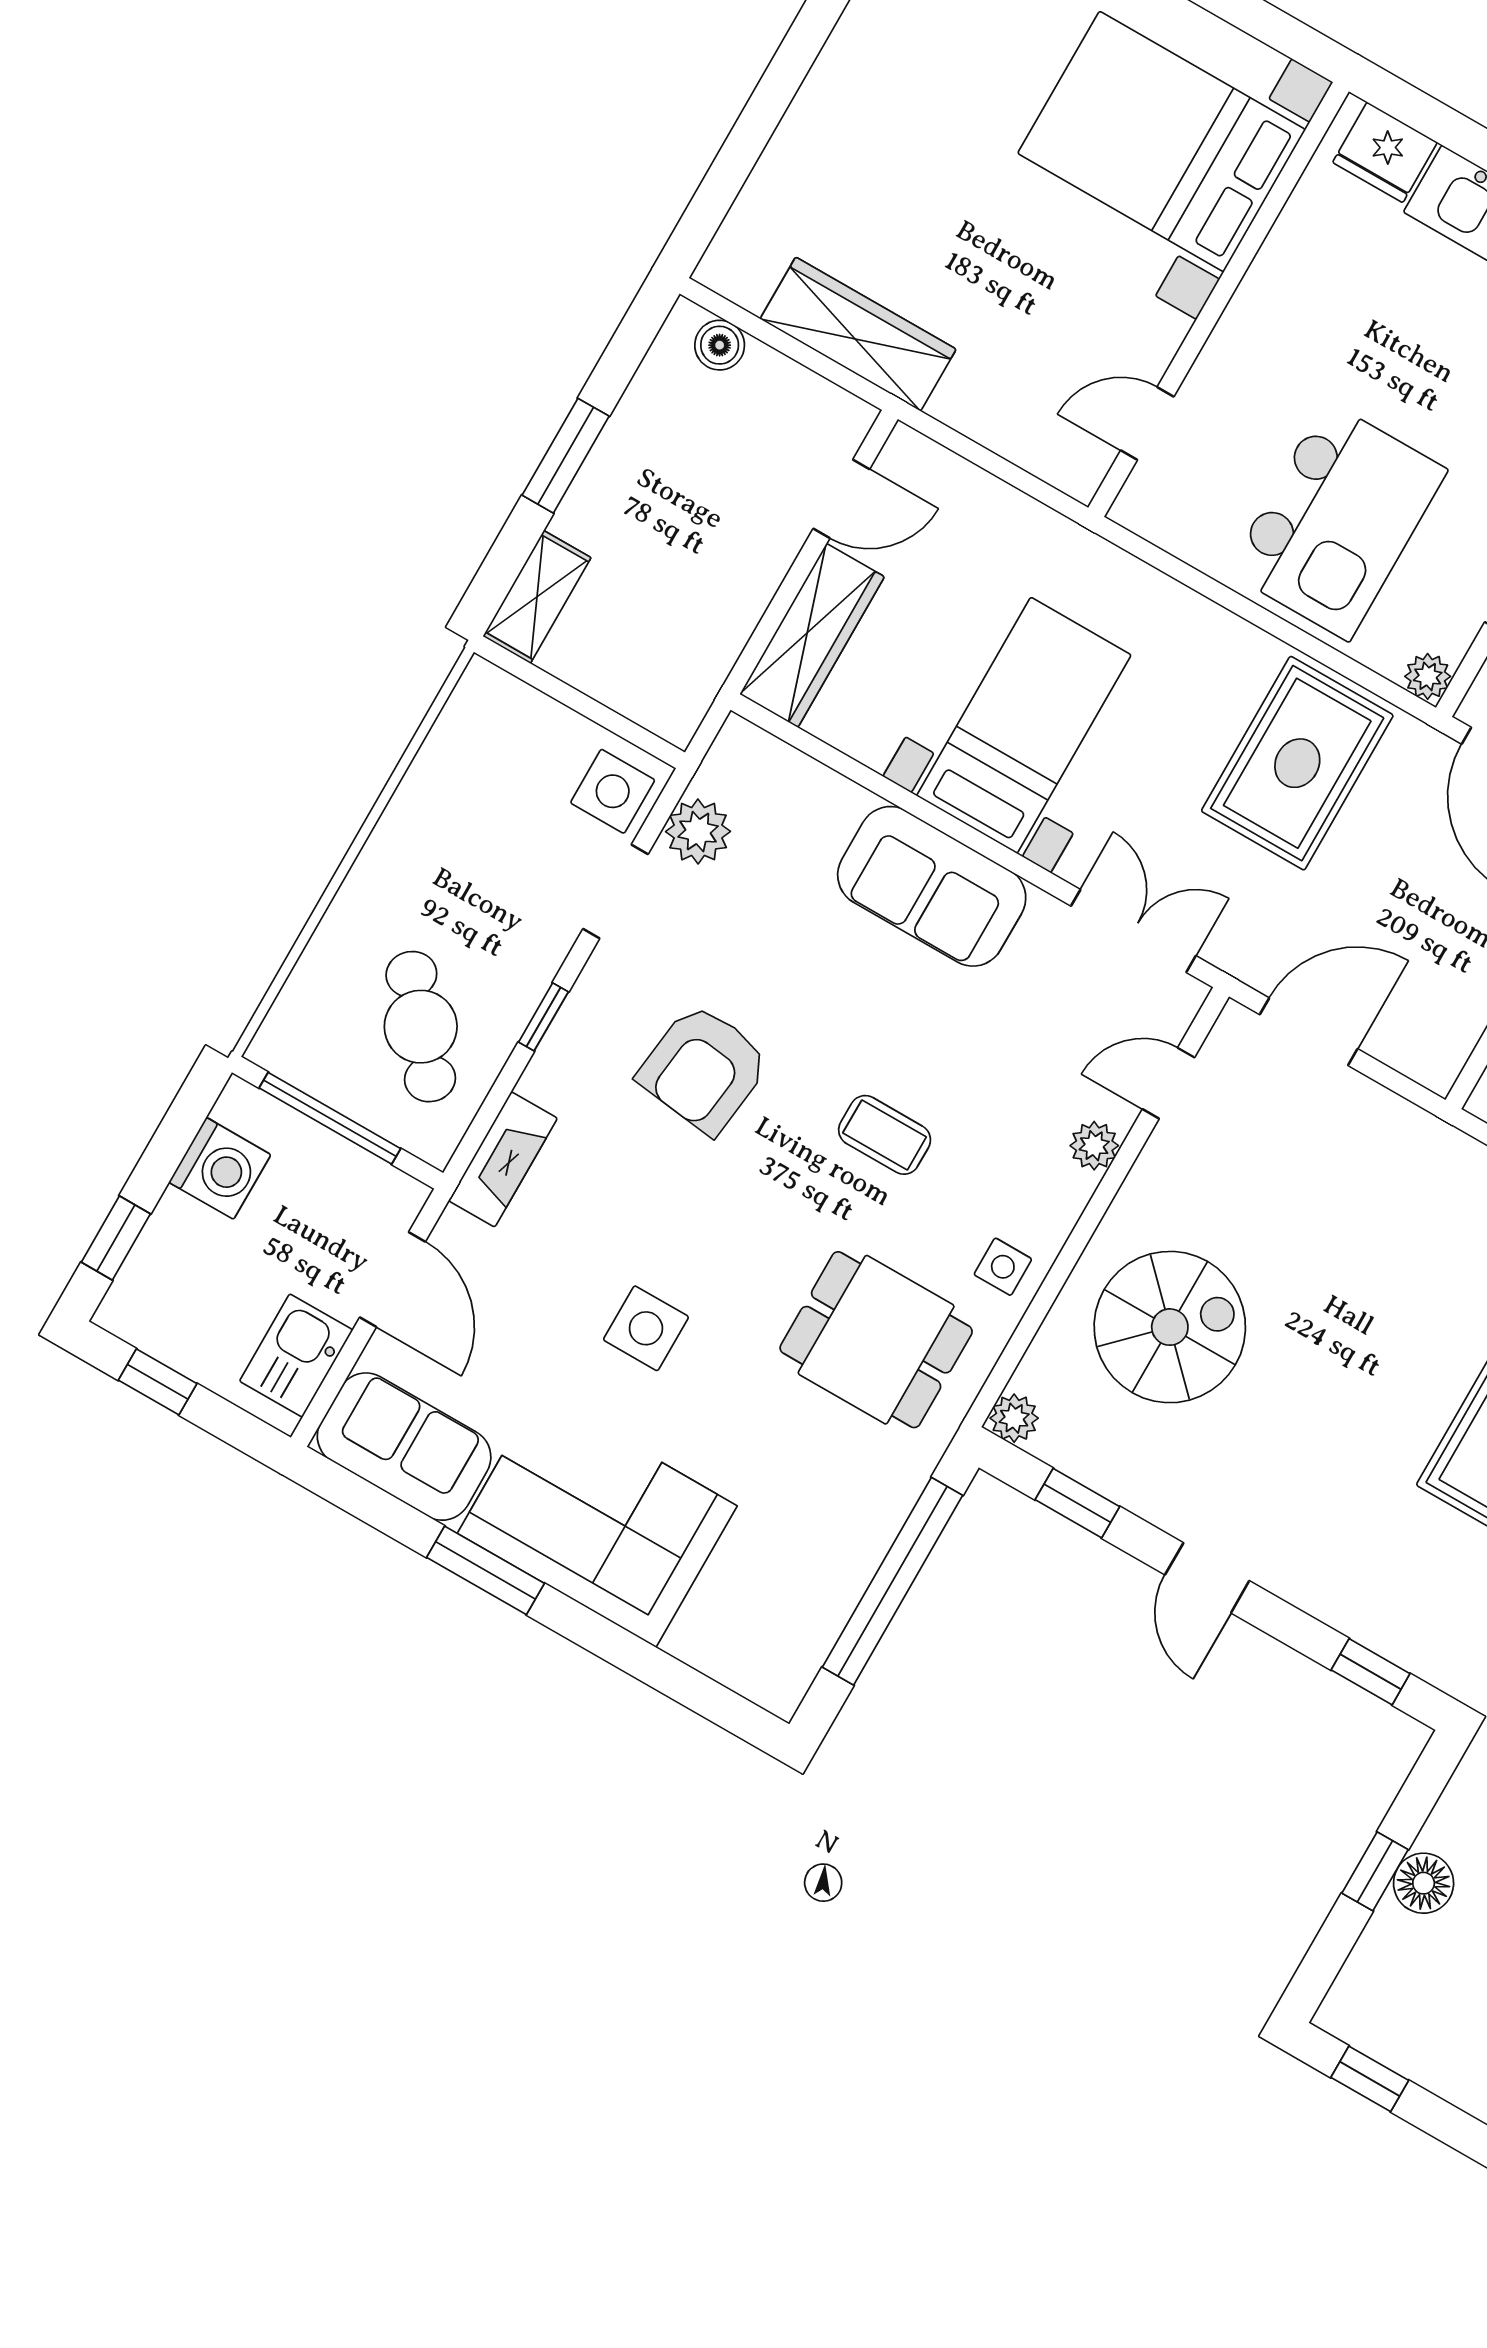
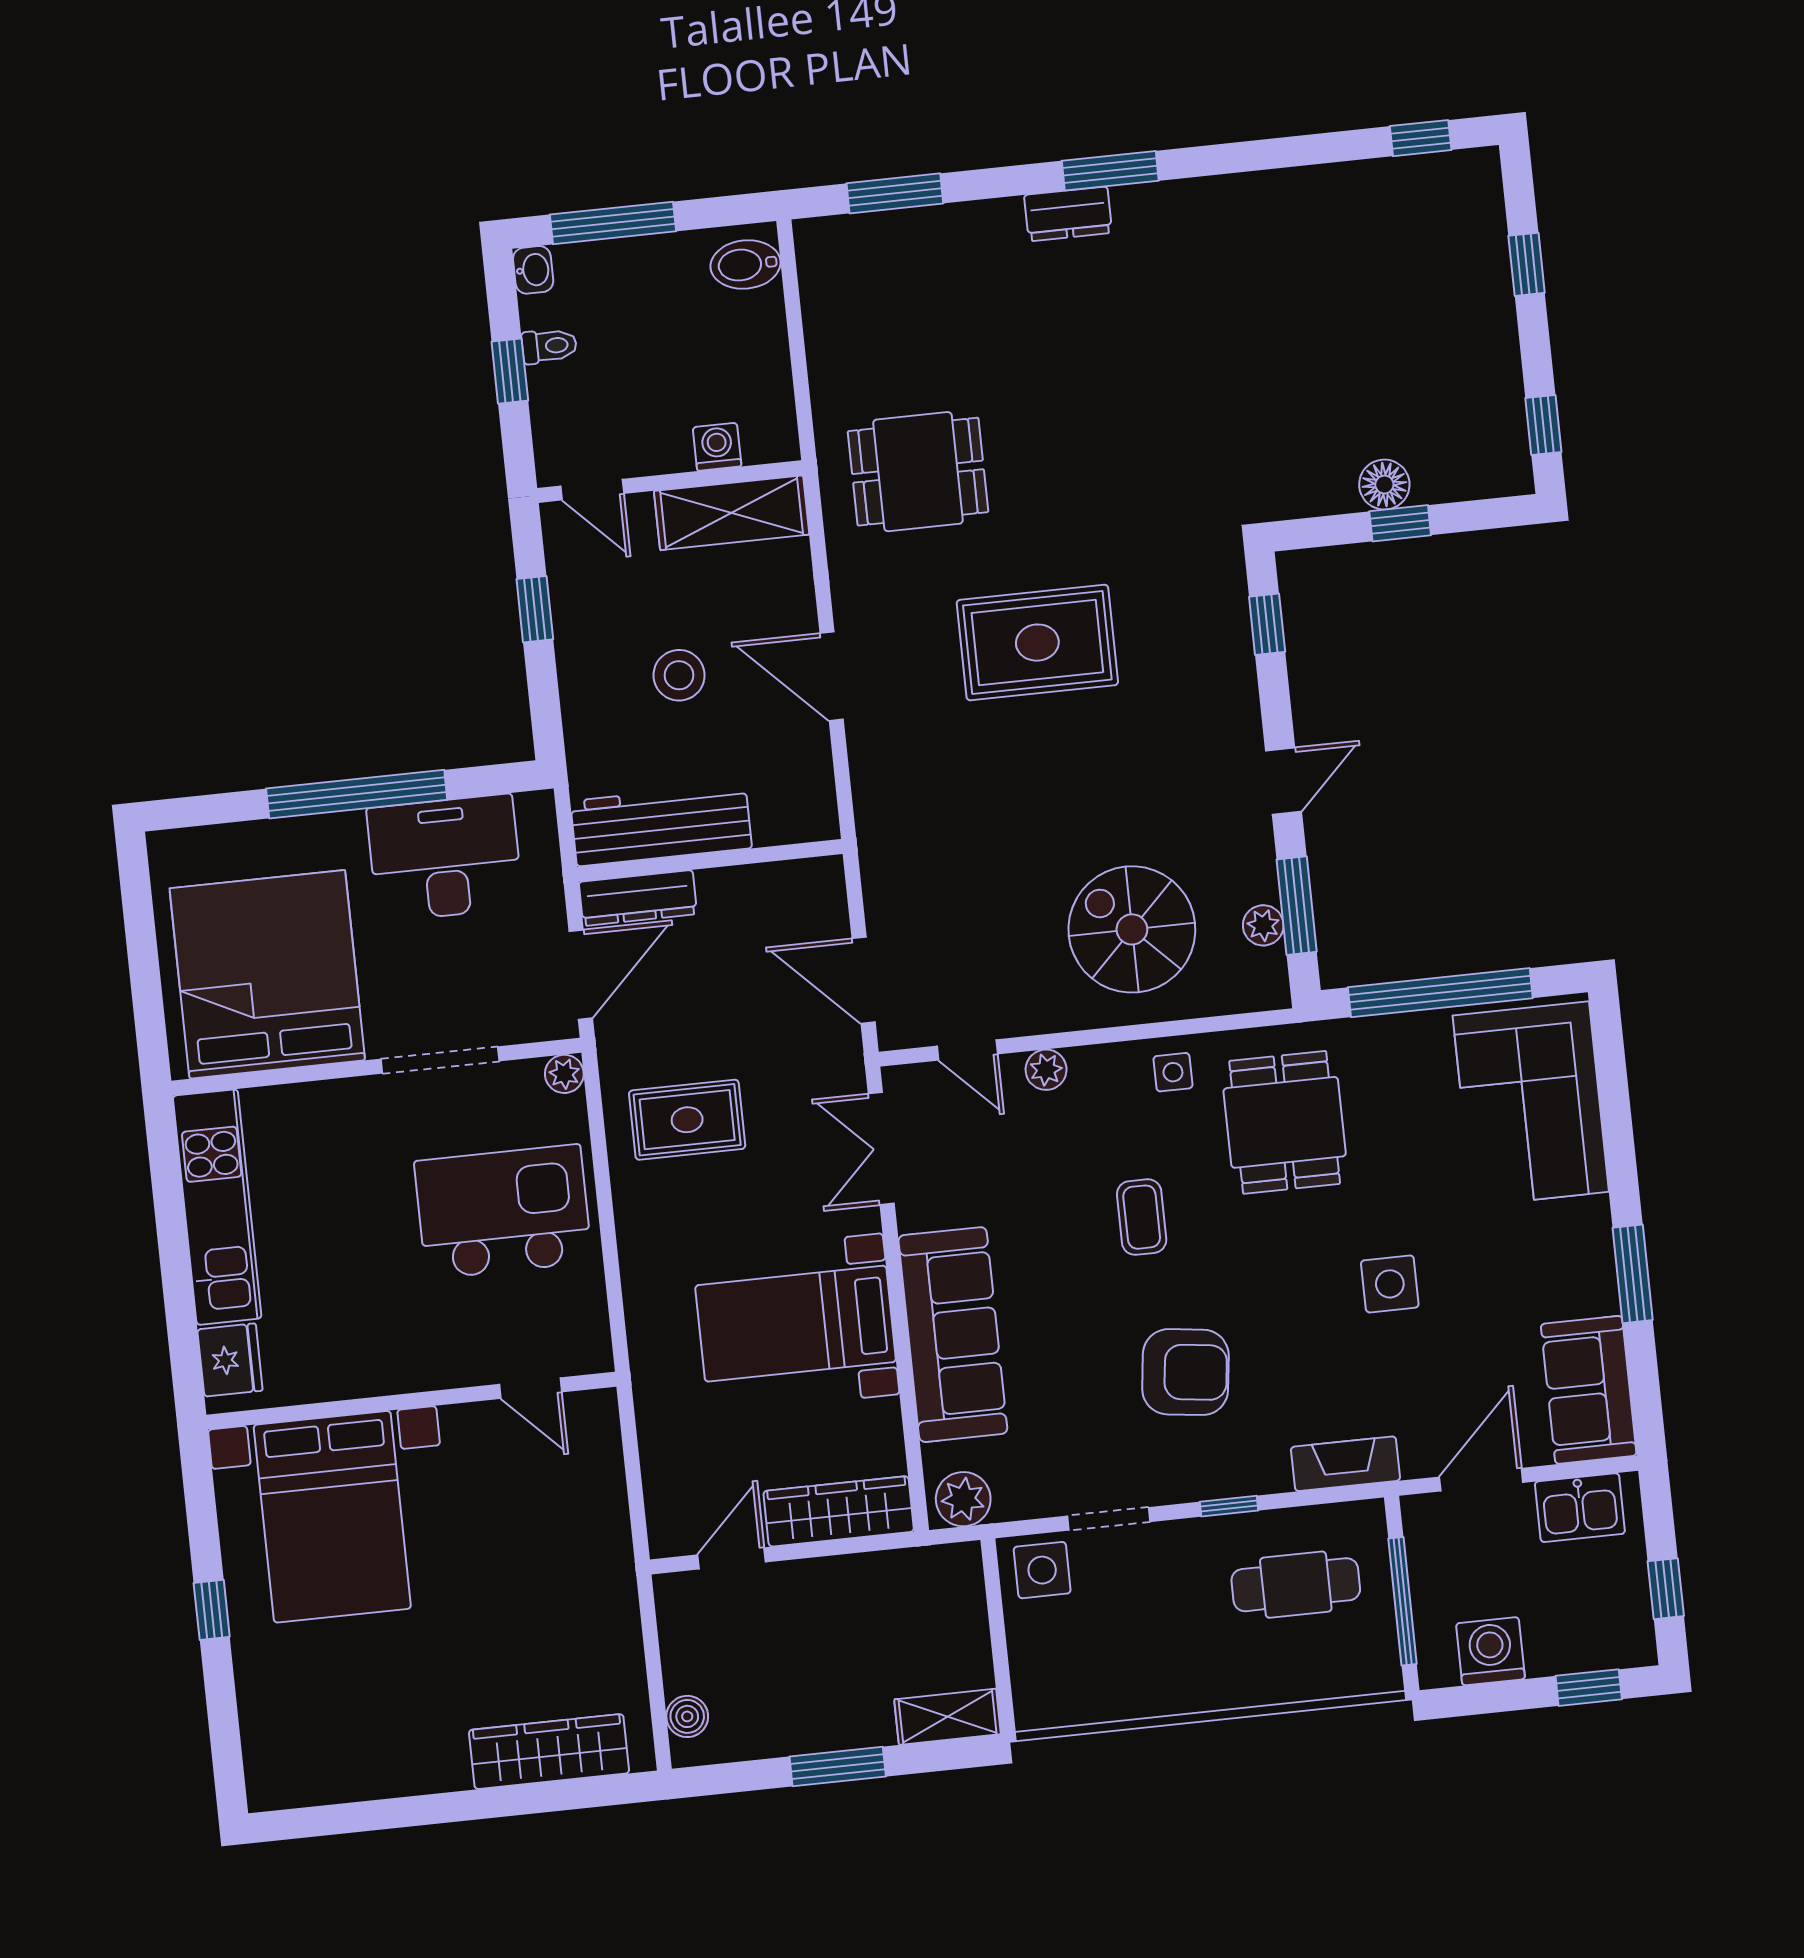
wardrobe: (858, 334) -> (549, 1752), moved, turned 90
door: (841, 499) -> (732, 1558), hinge flipped
rug: (1297, 763) -> (687, 1120), width x0.73, depth x0.70
plant: (698, 832) -> (963, 1499), moved
sofa: (932, 886) -> (953, 1335), width x1.36
cafe table: (421, 1027) -> (1296, 1585), turned 40
plant: (1014, 1418) -> (1263, 925), moved
window: (1077, 1503) -> (1297, 906), width x1.50
corner sofa: (597, 1520) -> (1531, 1104), moved

